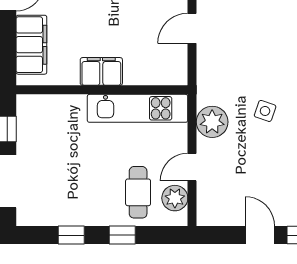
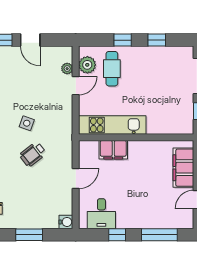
wheelchair: (256, 65) -> (33, 154), added
filing cabinet: (101, 71) -> (113, 150), moved
plant: (212, 122) -> (67, 69), moved, width x0.53, depth x0.53

